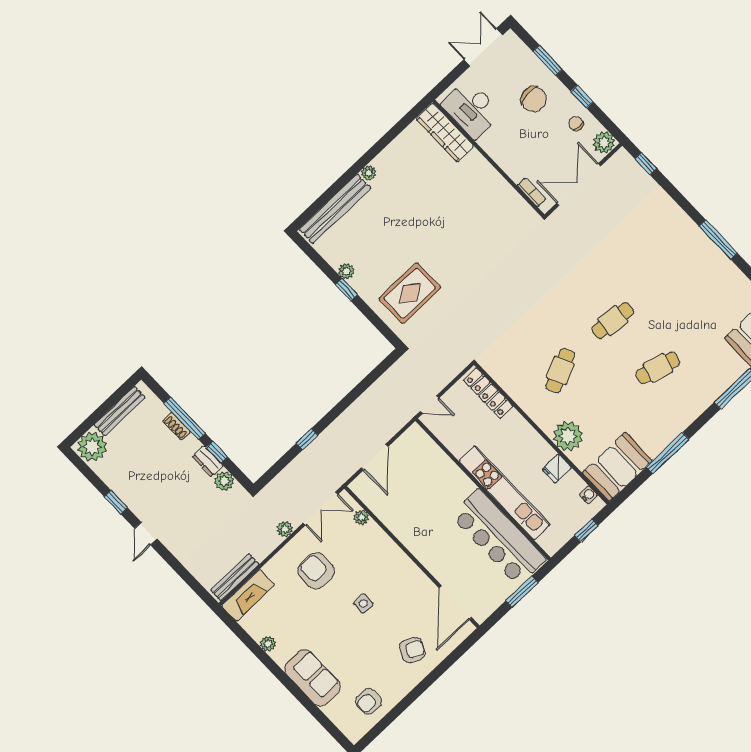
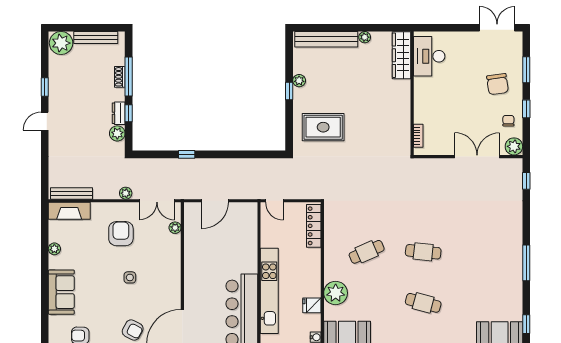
desk: (471, 109) -> (429, 56), moved
wardrobe: (445, 132) -> (402, 55), moved
wall: (488, 158) -> (412, 93), moved
bookcase: (532, 192) -> (418, 136), moved

